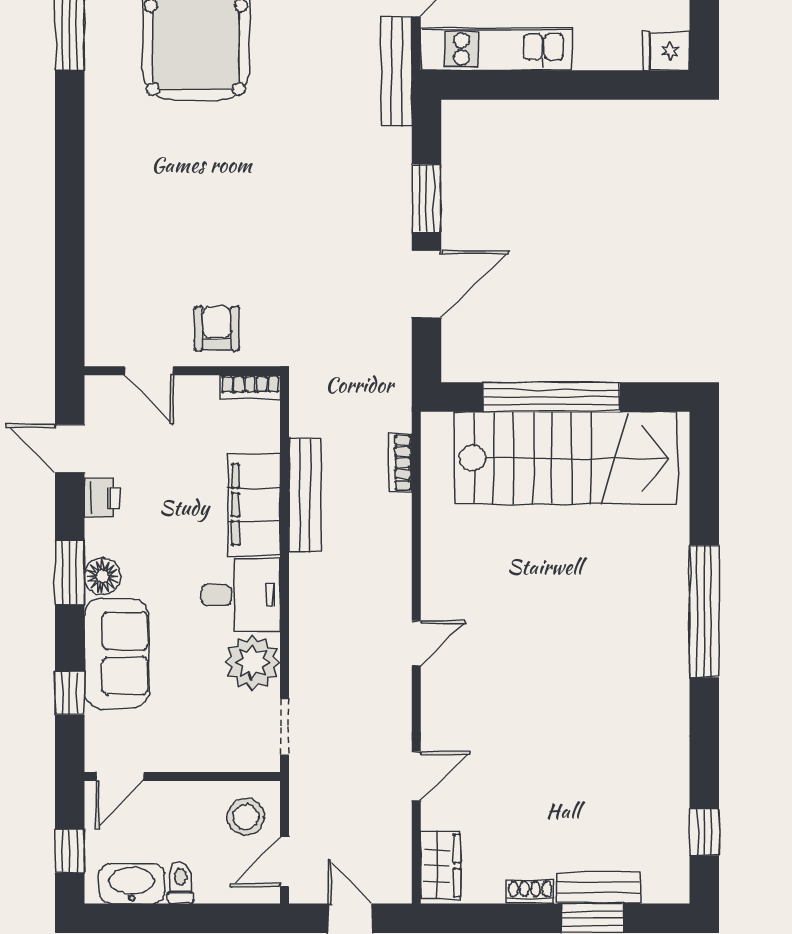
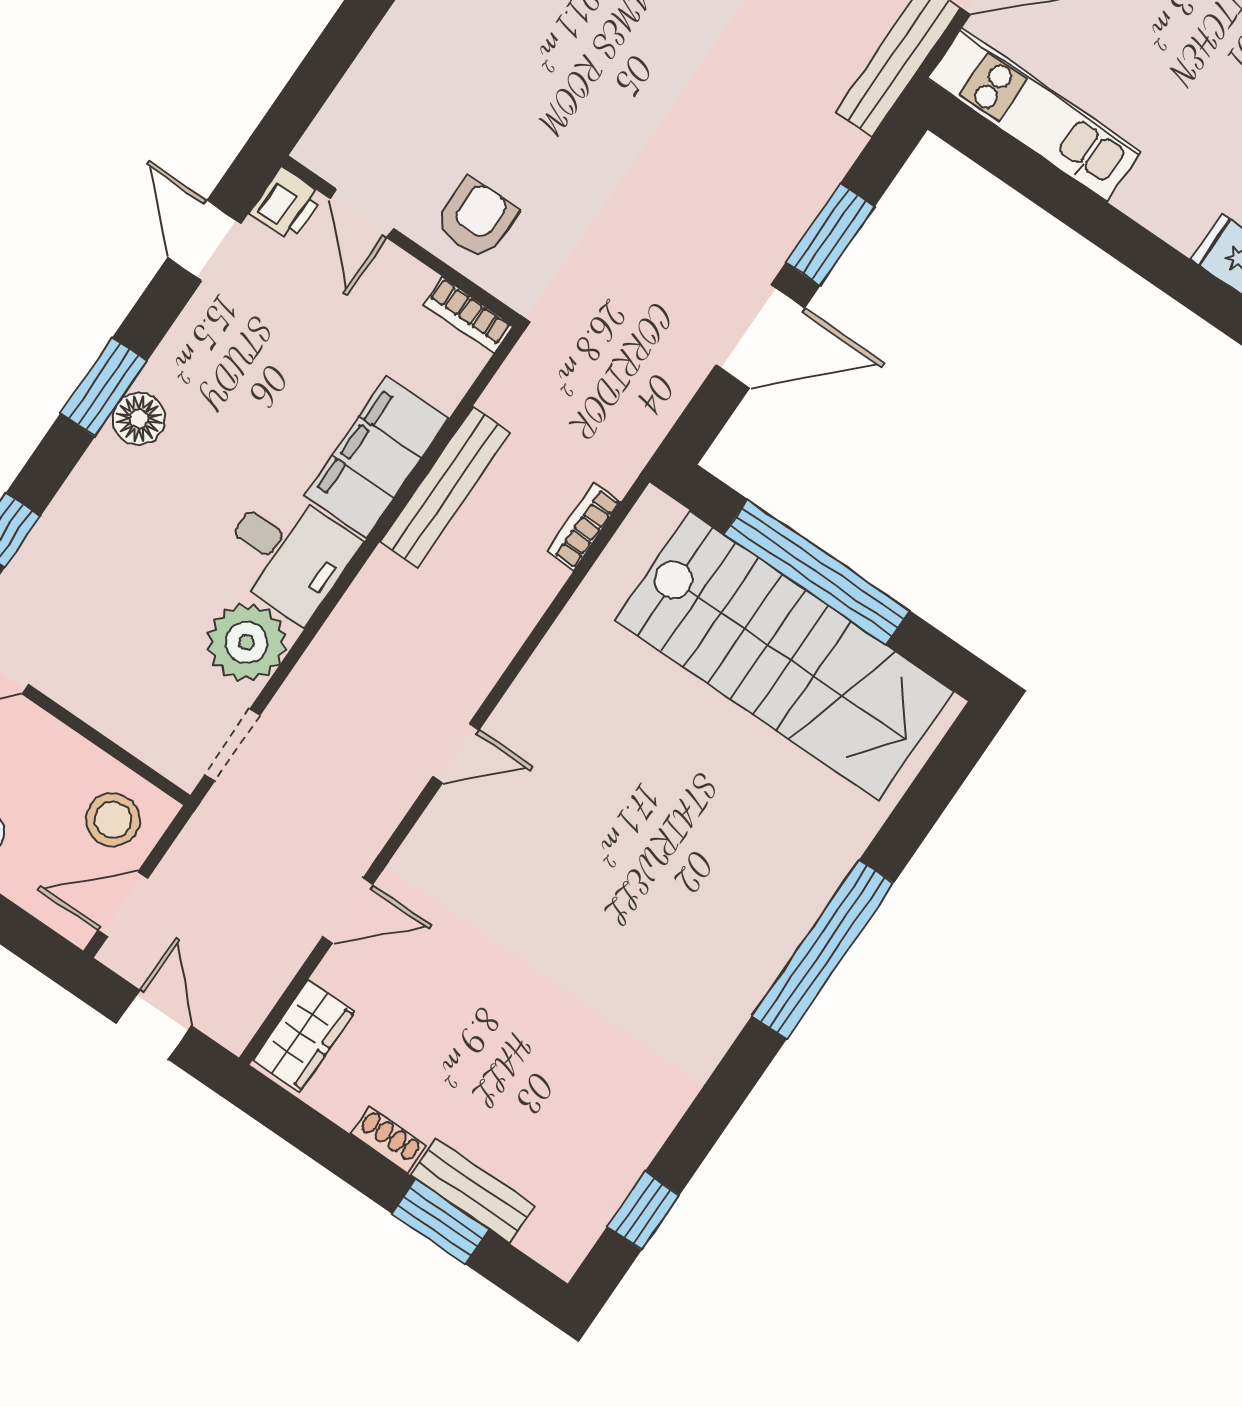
printer: (102, 498) -> (287, 204), moved
sofa: (117, 653) -> (93, 521), removed

